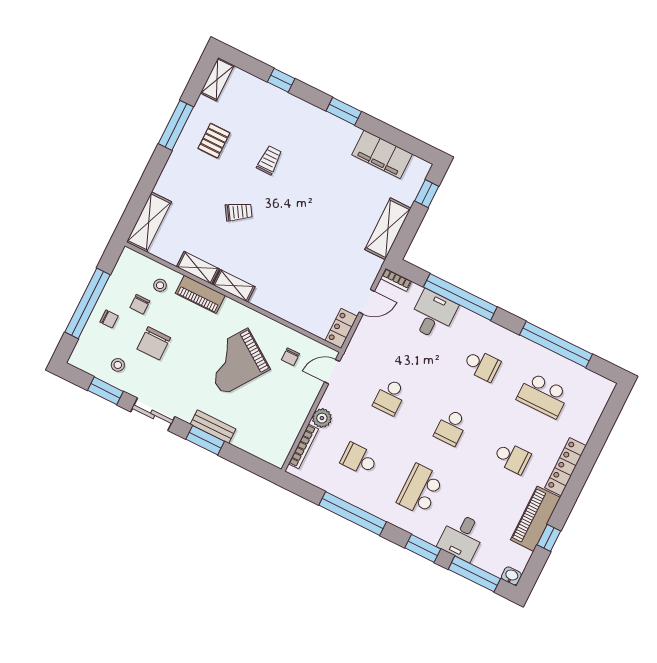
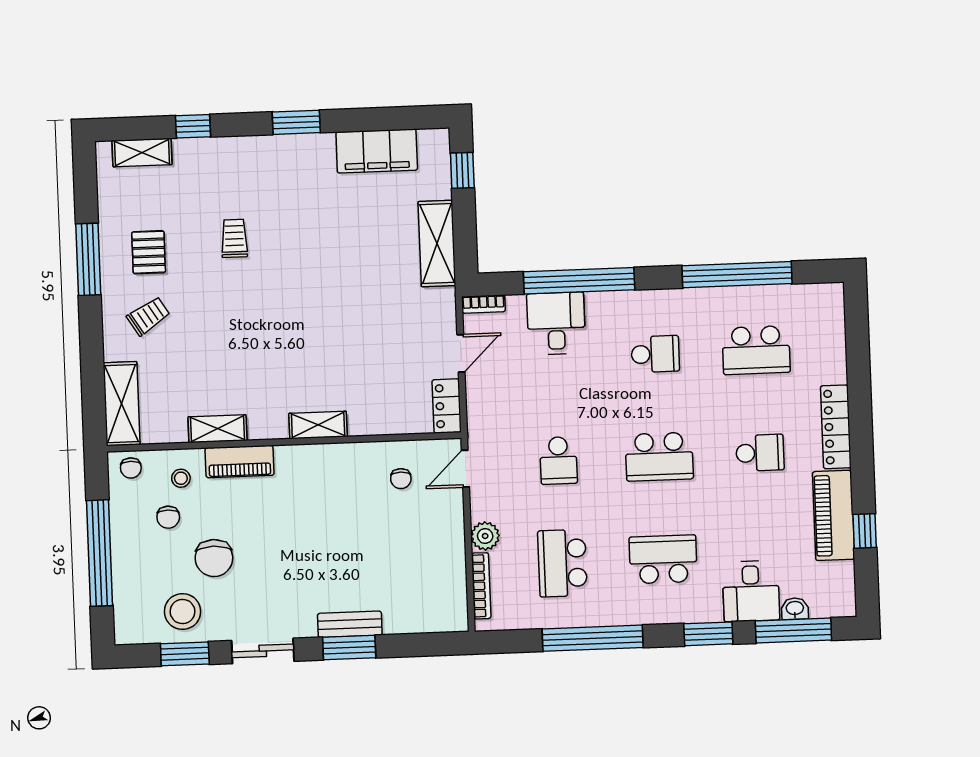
shelving: (217, 79) -> (142, 153), moved, turned 90
trolley: (239, 212) -> (148, 316), moved
shelving: (234, 286) -> (318, 425), moved
chair: (109, 319) -> (131, 468), moved, turned 90
grand piano: (235, 362) -> (333, 524), removed
stool: (118, 365) -> (182, 611), width x1.89, depth x1.89
school desk: (451, 427) -> (659, 457), width x1.85
school desk: (359, 459) -> (562, 563), width x1.85
school desk: (420, 490) -> (663, 559), turned 90
washbasin: (511, 576) -> (795, 609), moved

